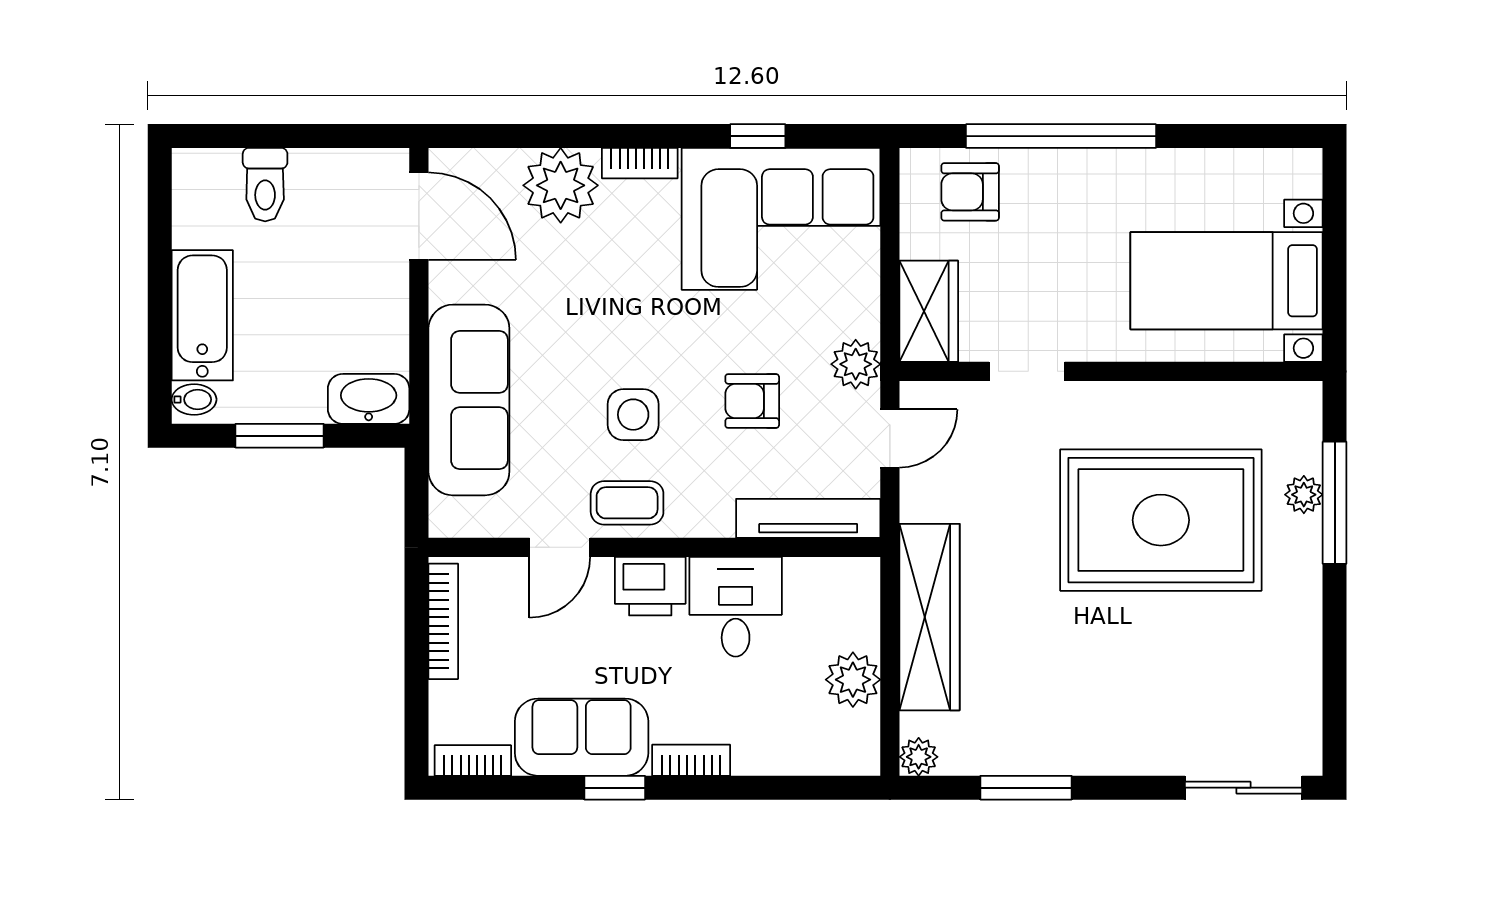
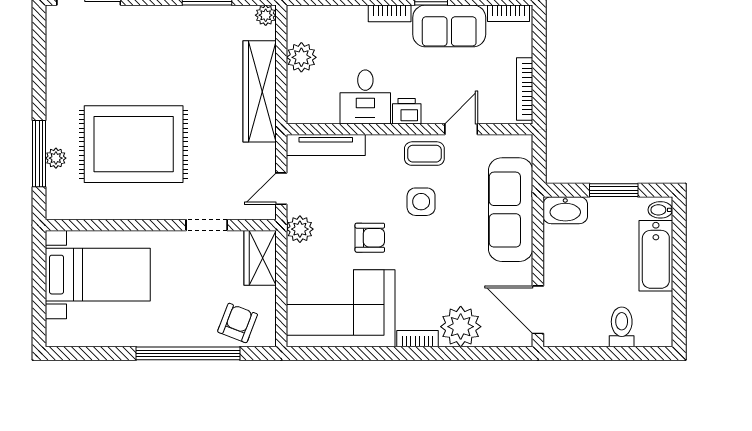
window: (758, 136) -> (353, 353), removed
armchair: (970, 192) -> (238, 323), turned -69
armchair: (752, 401) -> (370, 238), moved
printer: (650, 586) -> (407, 111), width x0.73, depth x0.81

